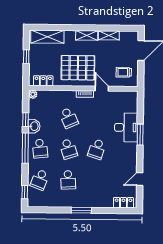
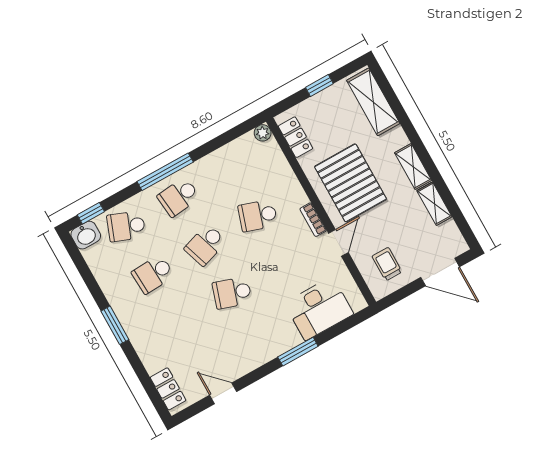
school desk: (69, 118) -> (258, 216), turned 42
window: (26, 120) -> (213, 145), removed
washbasin: (34, 126) -> (86, 235), moved
desk: (126, 127) -> (319, 309), moved

